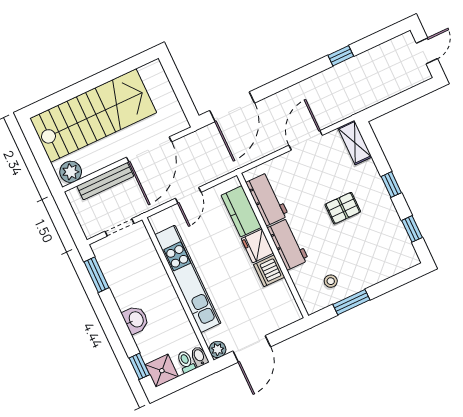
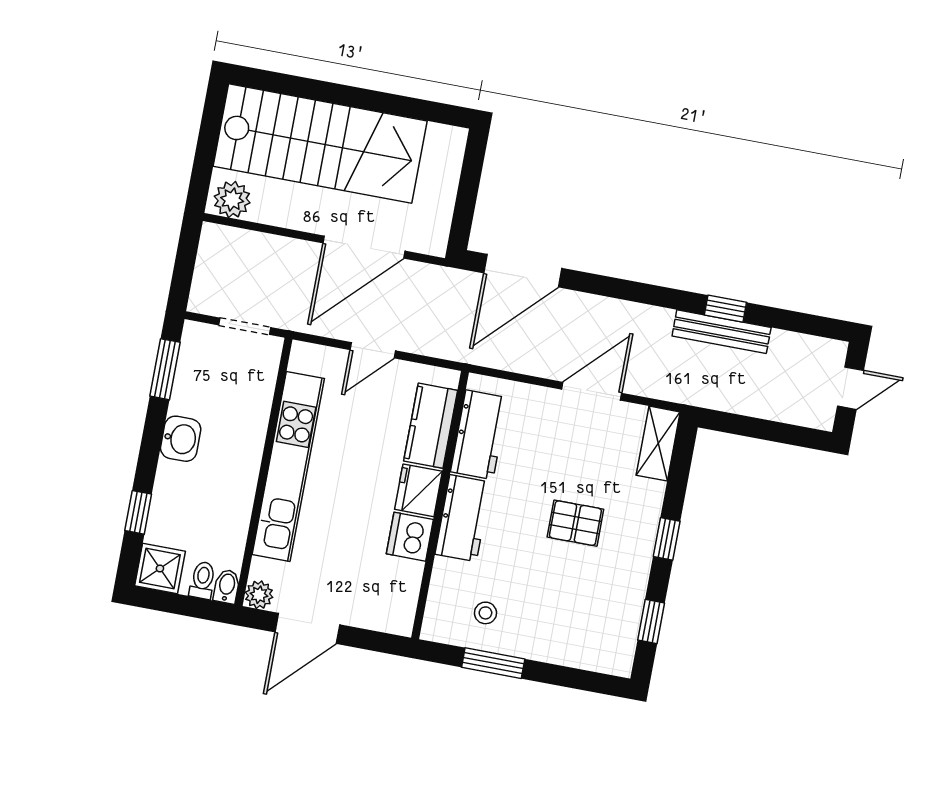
bench: (105, 181) -> (722, 332), moved
washbasin: (136, 320) -> (181, 439), moved
window: (139, 366) -> (138, 512), moved

